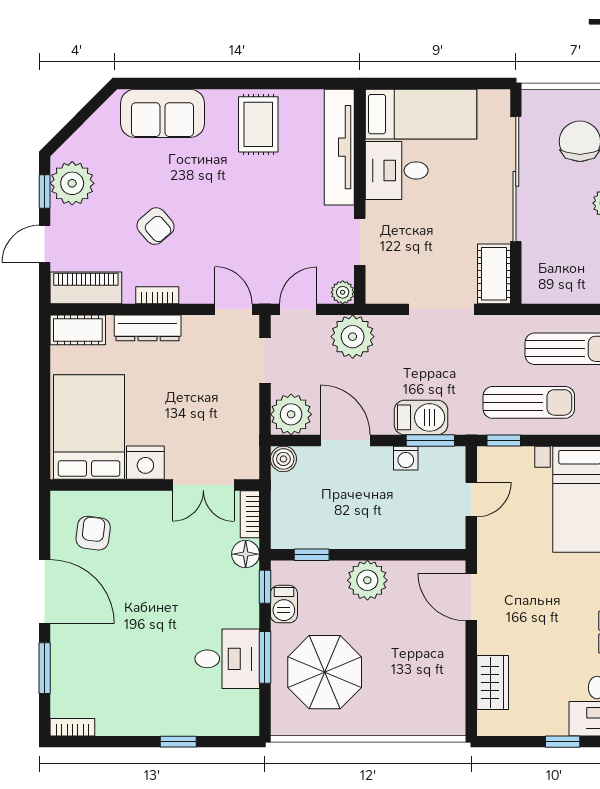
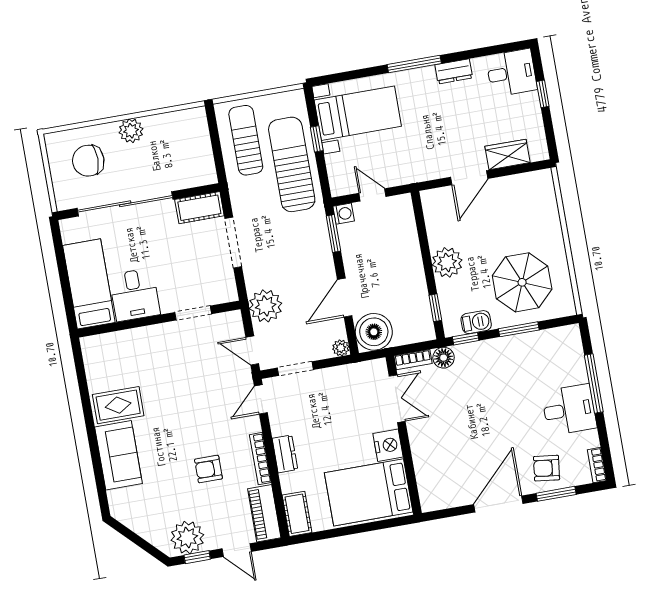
sofa: (163, 113) -> (118, 455), moved
tv unit: (339, 147) -> (125, 341), removed
armchair: (156, 226) -> (208, 469), turned -139
plant: (343, 292) -> (233, 319), removed
bookcase: (157, 295) -> (260, 459), width x1.56
dresser: (148, 328) -> (285, 454), width x0.70
sun lounger: (529, 402) -> (292, 164), width x1.36, depth x1.34
plant: (291, 414) -> (341, 348), width x0.53, depth x0.53
barbecue: (421, 417) -> (317, 244), removed
window: (504, 440) -> (317, 139), moved
washing machine: (406, 458) -> (344, 214), moved
boiler: (283, 459) -> (374, 332), width x1.86, depth x1.86
armchair: (93, 533) -> (547, 468), moved
door: (471, 597) -> (469, 178), moved
desk: (227, 659) -> (569, 410), moved, turned 90
window: (178, 742) -> (594, 383), width x2.17

